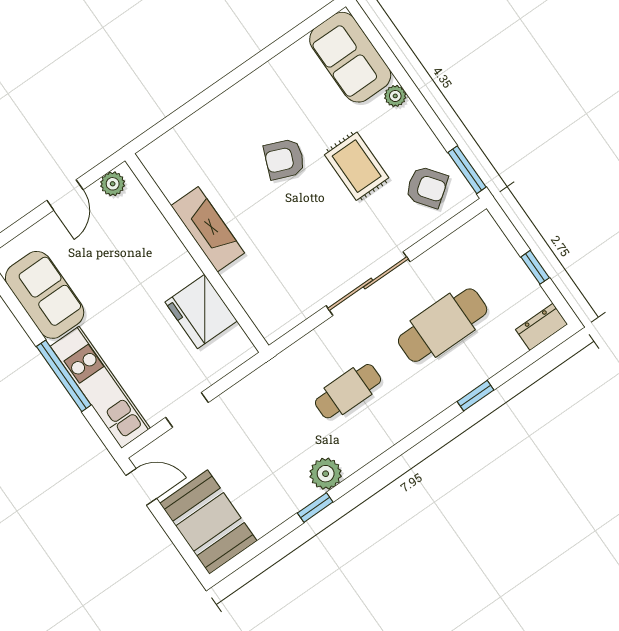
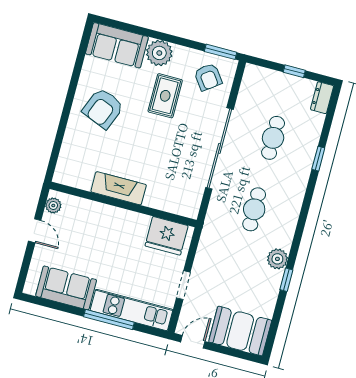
plant: (395, 96) -> (159, 53), width x1.87, depth x1.87
armchair: (284, 159) -> (103, 108), moved, width x1.38, depth x1.38
rug: (357, 166) -> (165, 96), turned 90
armchair: (427, 187) -> (208, 77), turned 91
sliding door: (368, 284) -> (219, 148), width x1.36
fridge: (201, 312) -> (167, 236), moved
cafe table: (443, 325) -> (273, 138), width x0.73, depth x0.74

